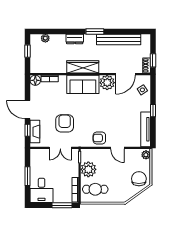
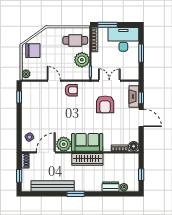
dresser: (75, 39) -> (111, 187), moved
window: (153, 60) -> (19, 176), moved
window: (153, 111) -> (19, 97), moved
tv unit: (146, 129) -> (26, 99), removed
chair: (139, 179) -> (33, 51), turned -90
desk: (42, 190) -> (123, 39), width x1.37

